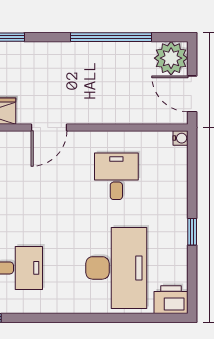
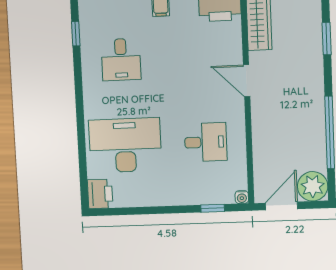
window: (192, 232) -> (213, 208), moved
desk: (116, 268) -> (125, 145), turned 180

